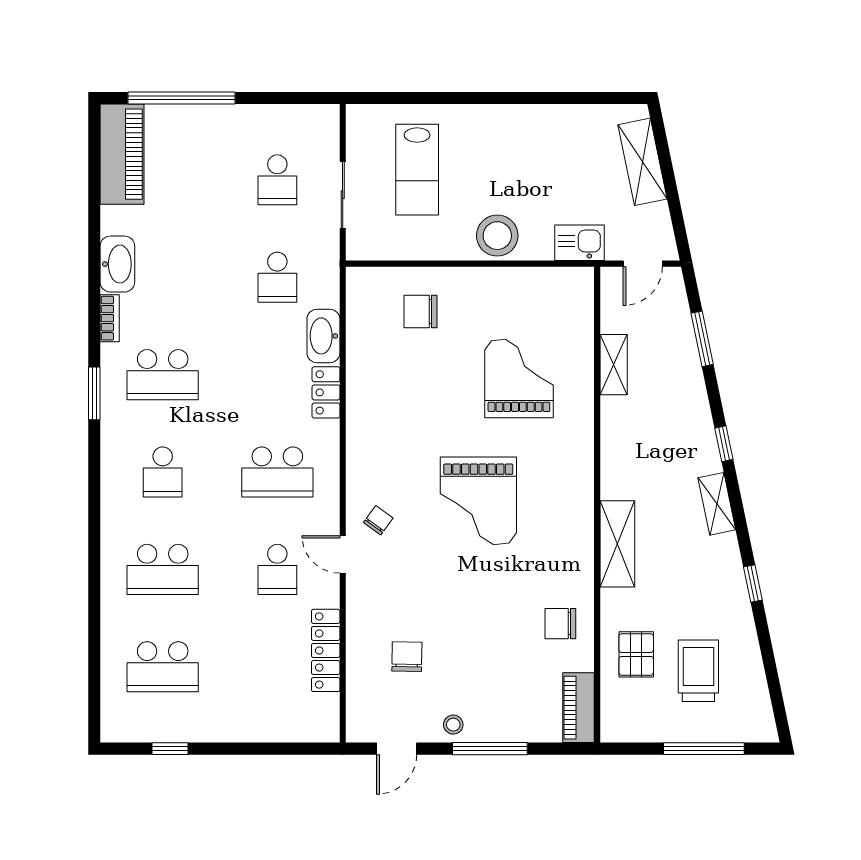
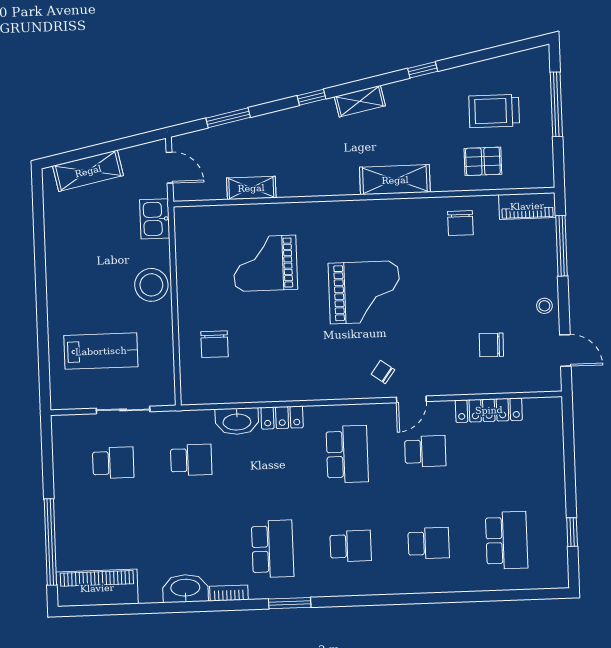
school desk: (163, 569) -> (429, 543), width x0.54
window: (490, 749) -> (562, 246), moved

